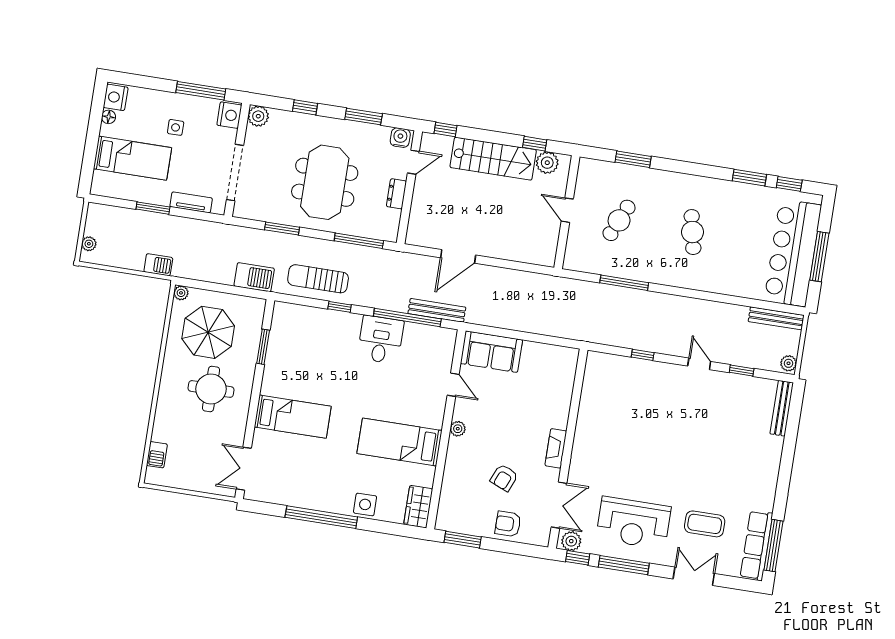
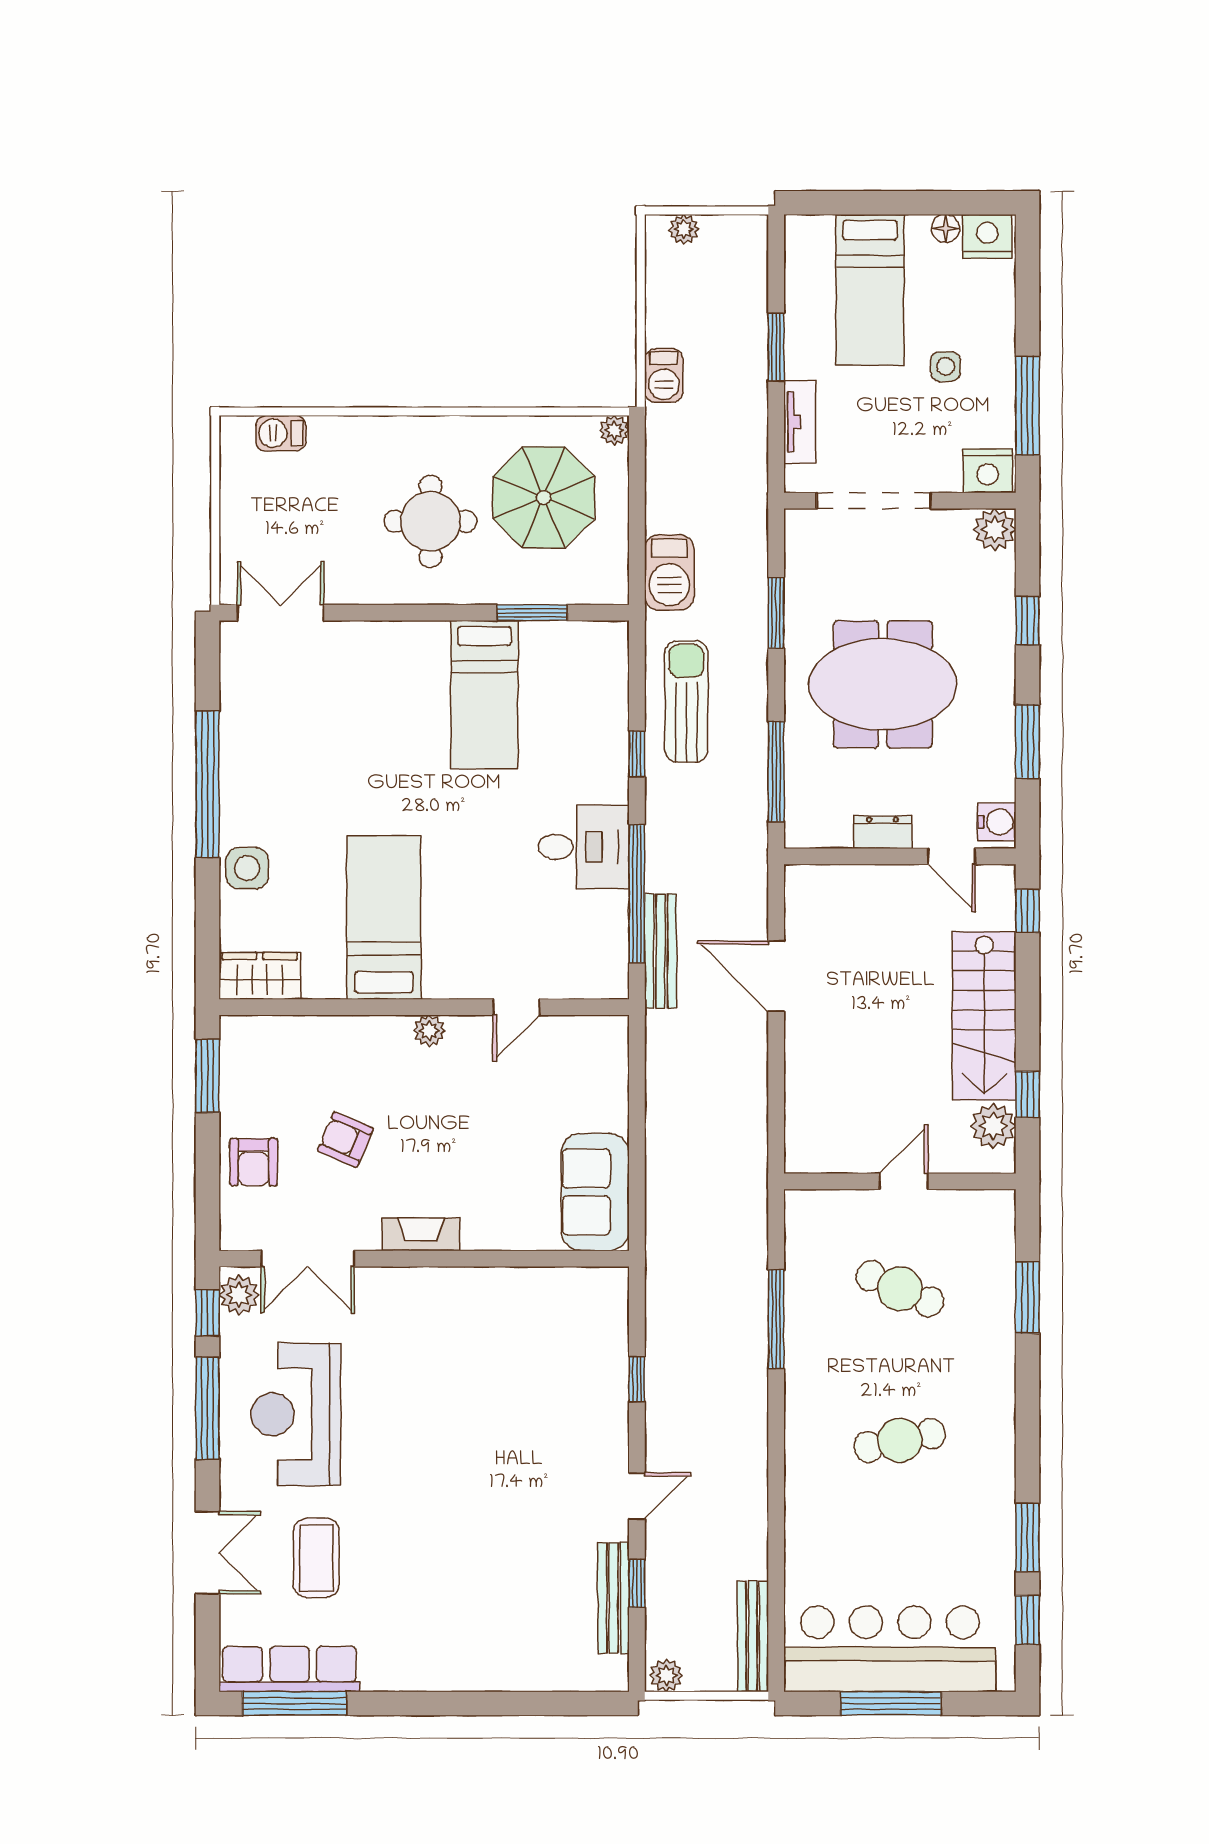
sofa: (491, 352) -> (595, 1192), moved
bench: (782, 408) -> (614, 1598), moved, turned 90
bed: (293, 417) -> (484, 695), moved
armchair: (508, 524) -> (254, 1162), turned 180

